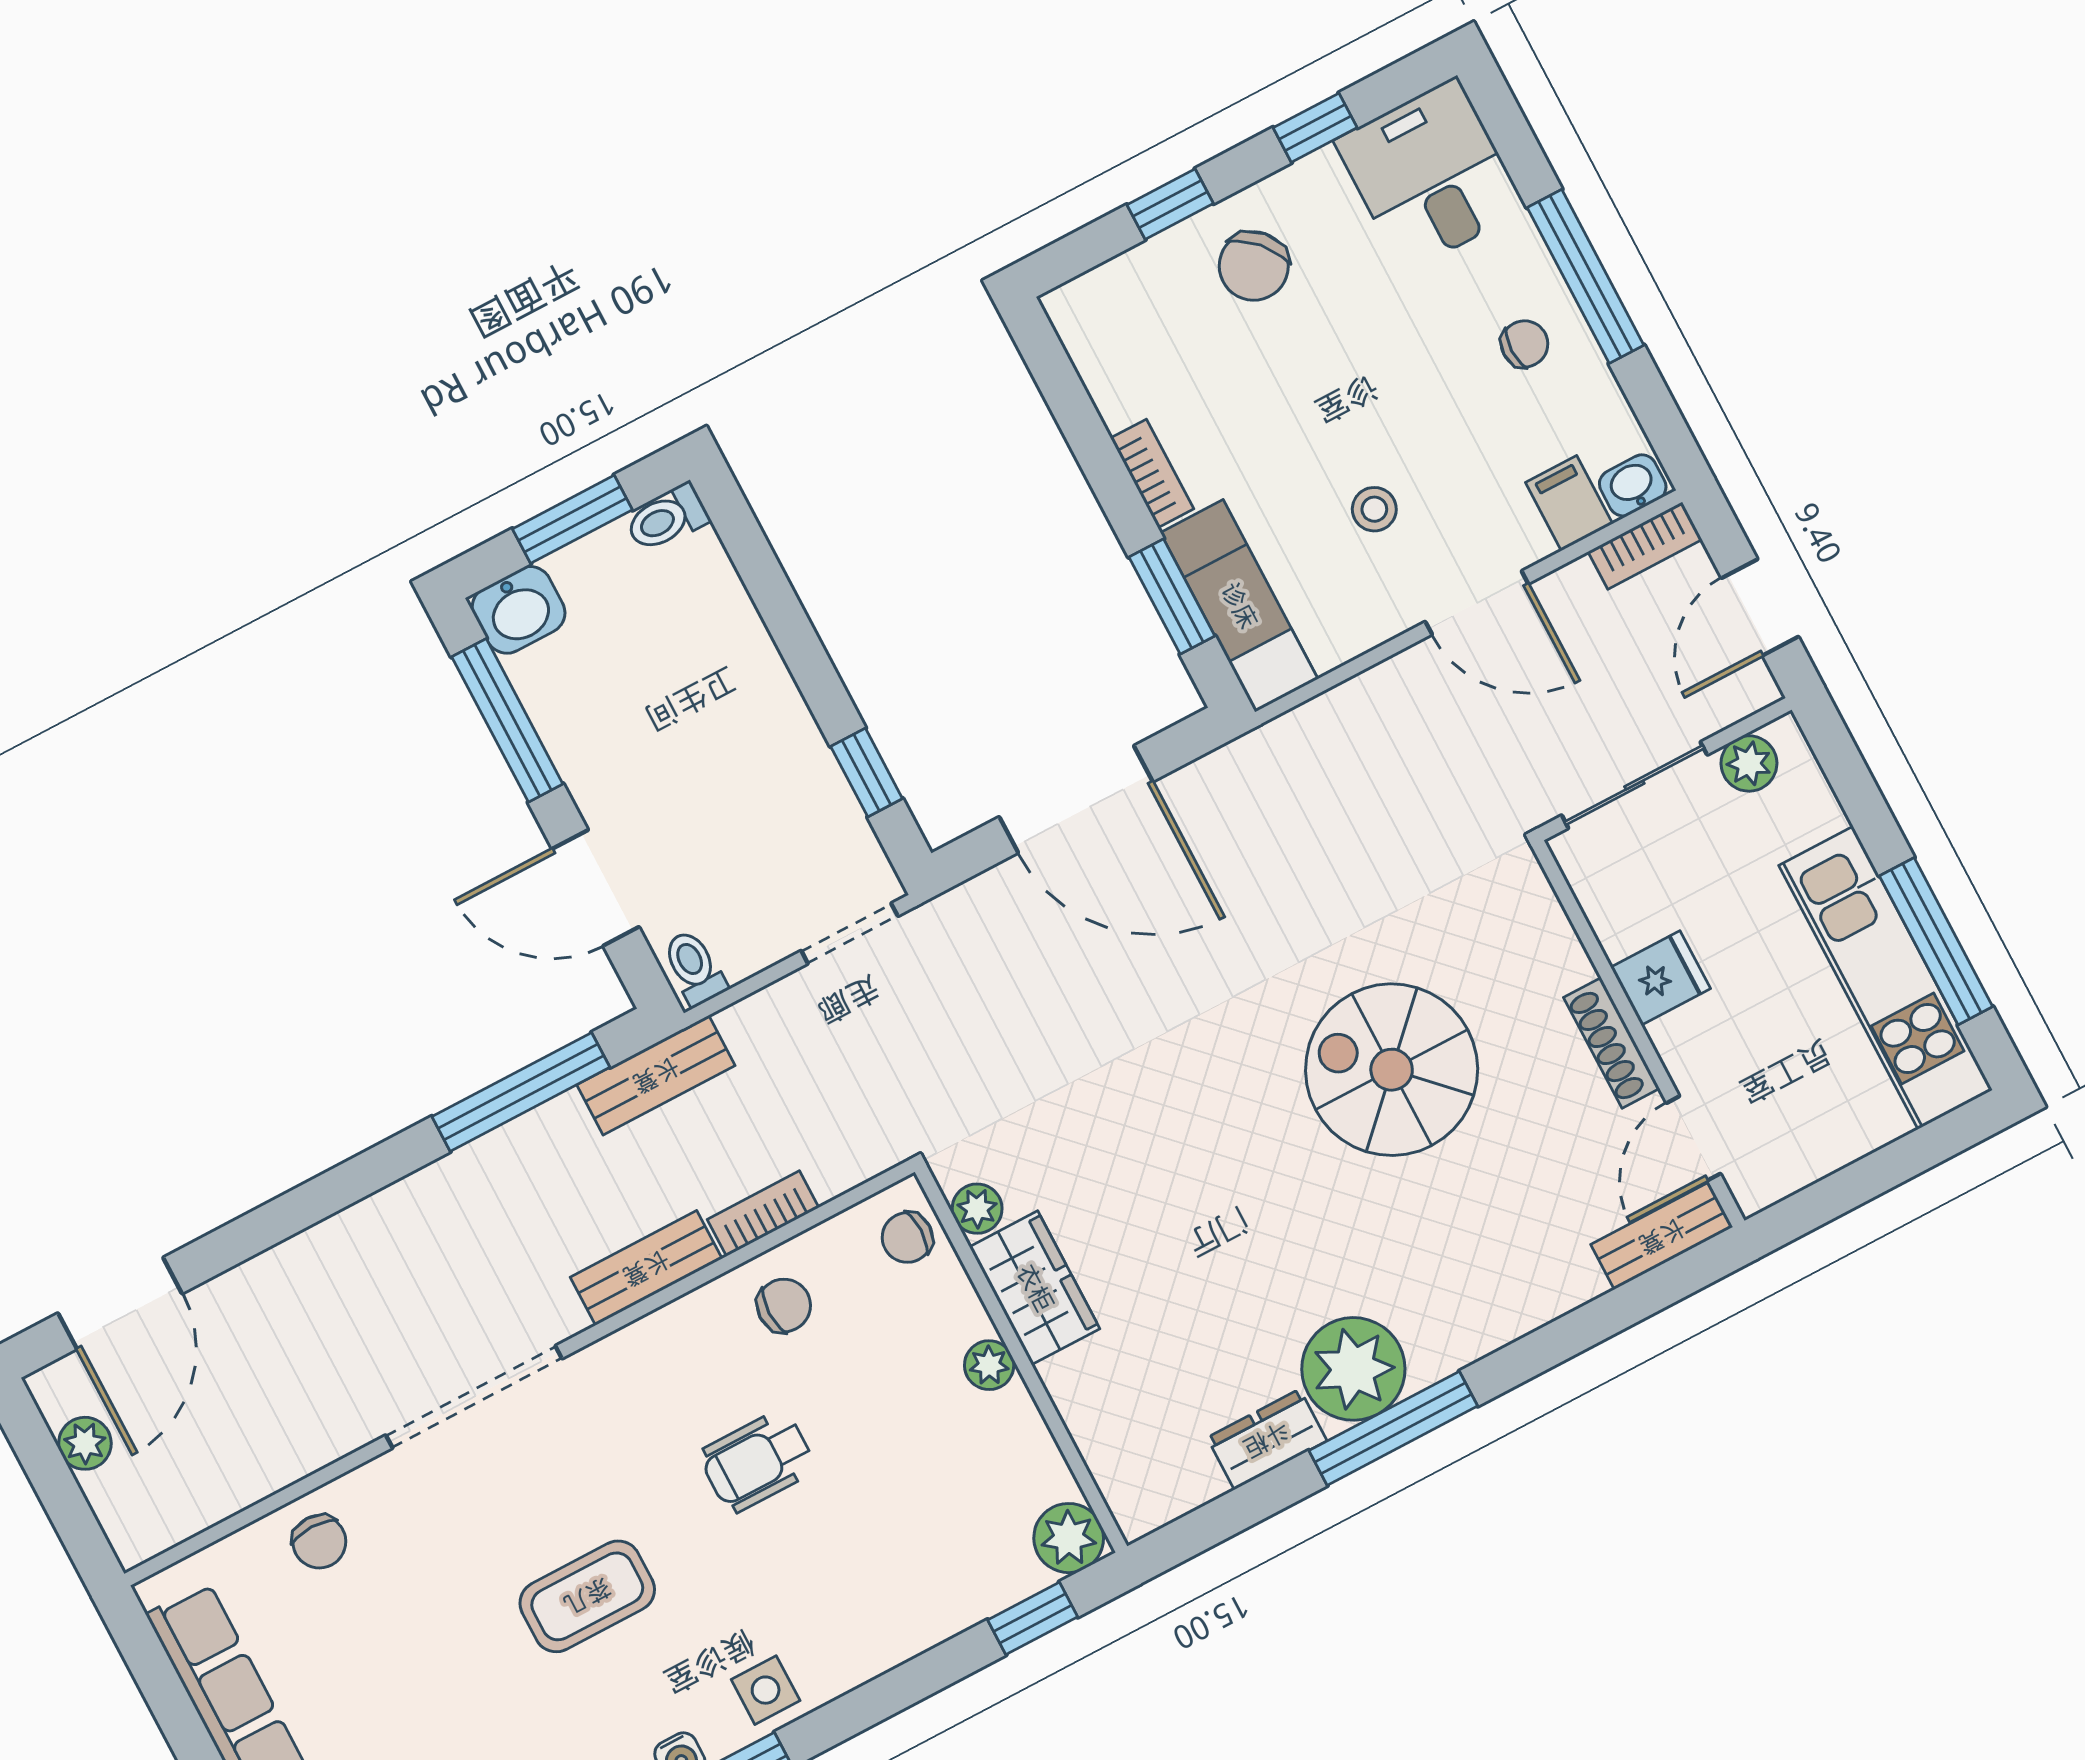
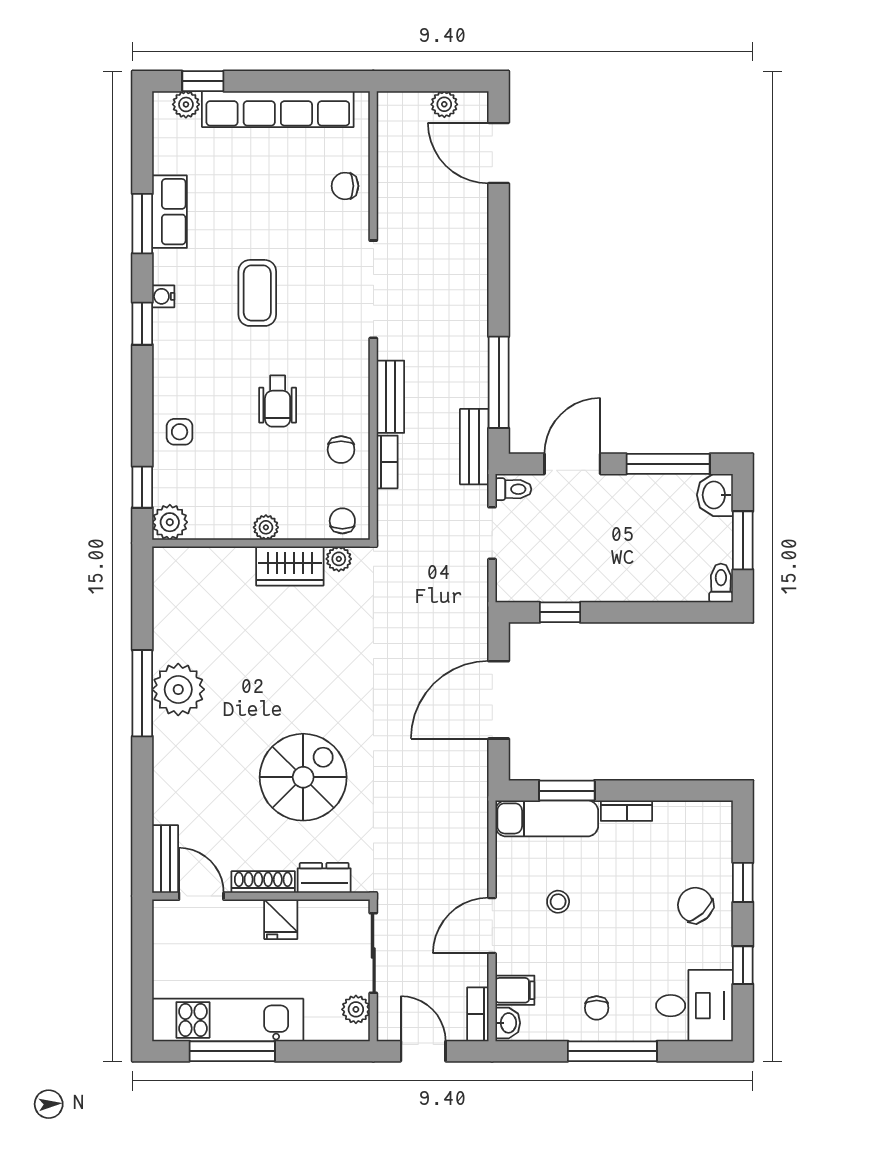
doorway: (850, 933) -> (492, 533), moved
dresser: (1267, 1439) -> (324, 878), moved, turned -90
wheelchair: (757, 1461) -> (278, 401), turned 180
side table: (766, 1690) -> (180, 432), moved

